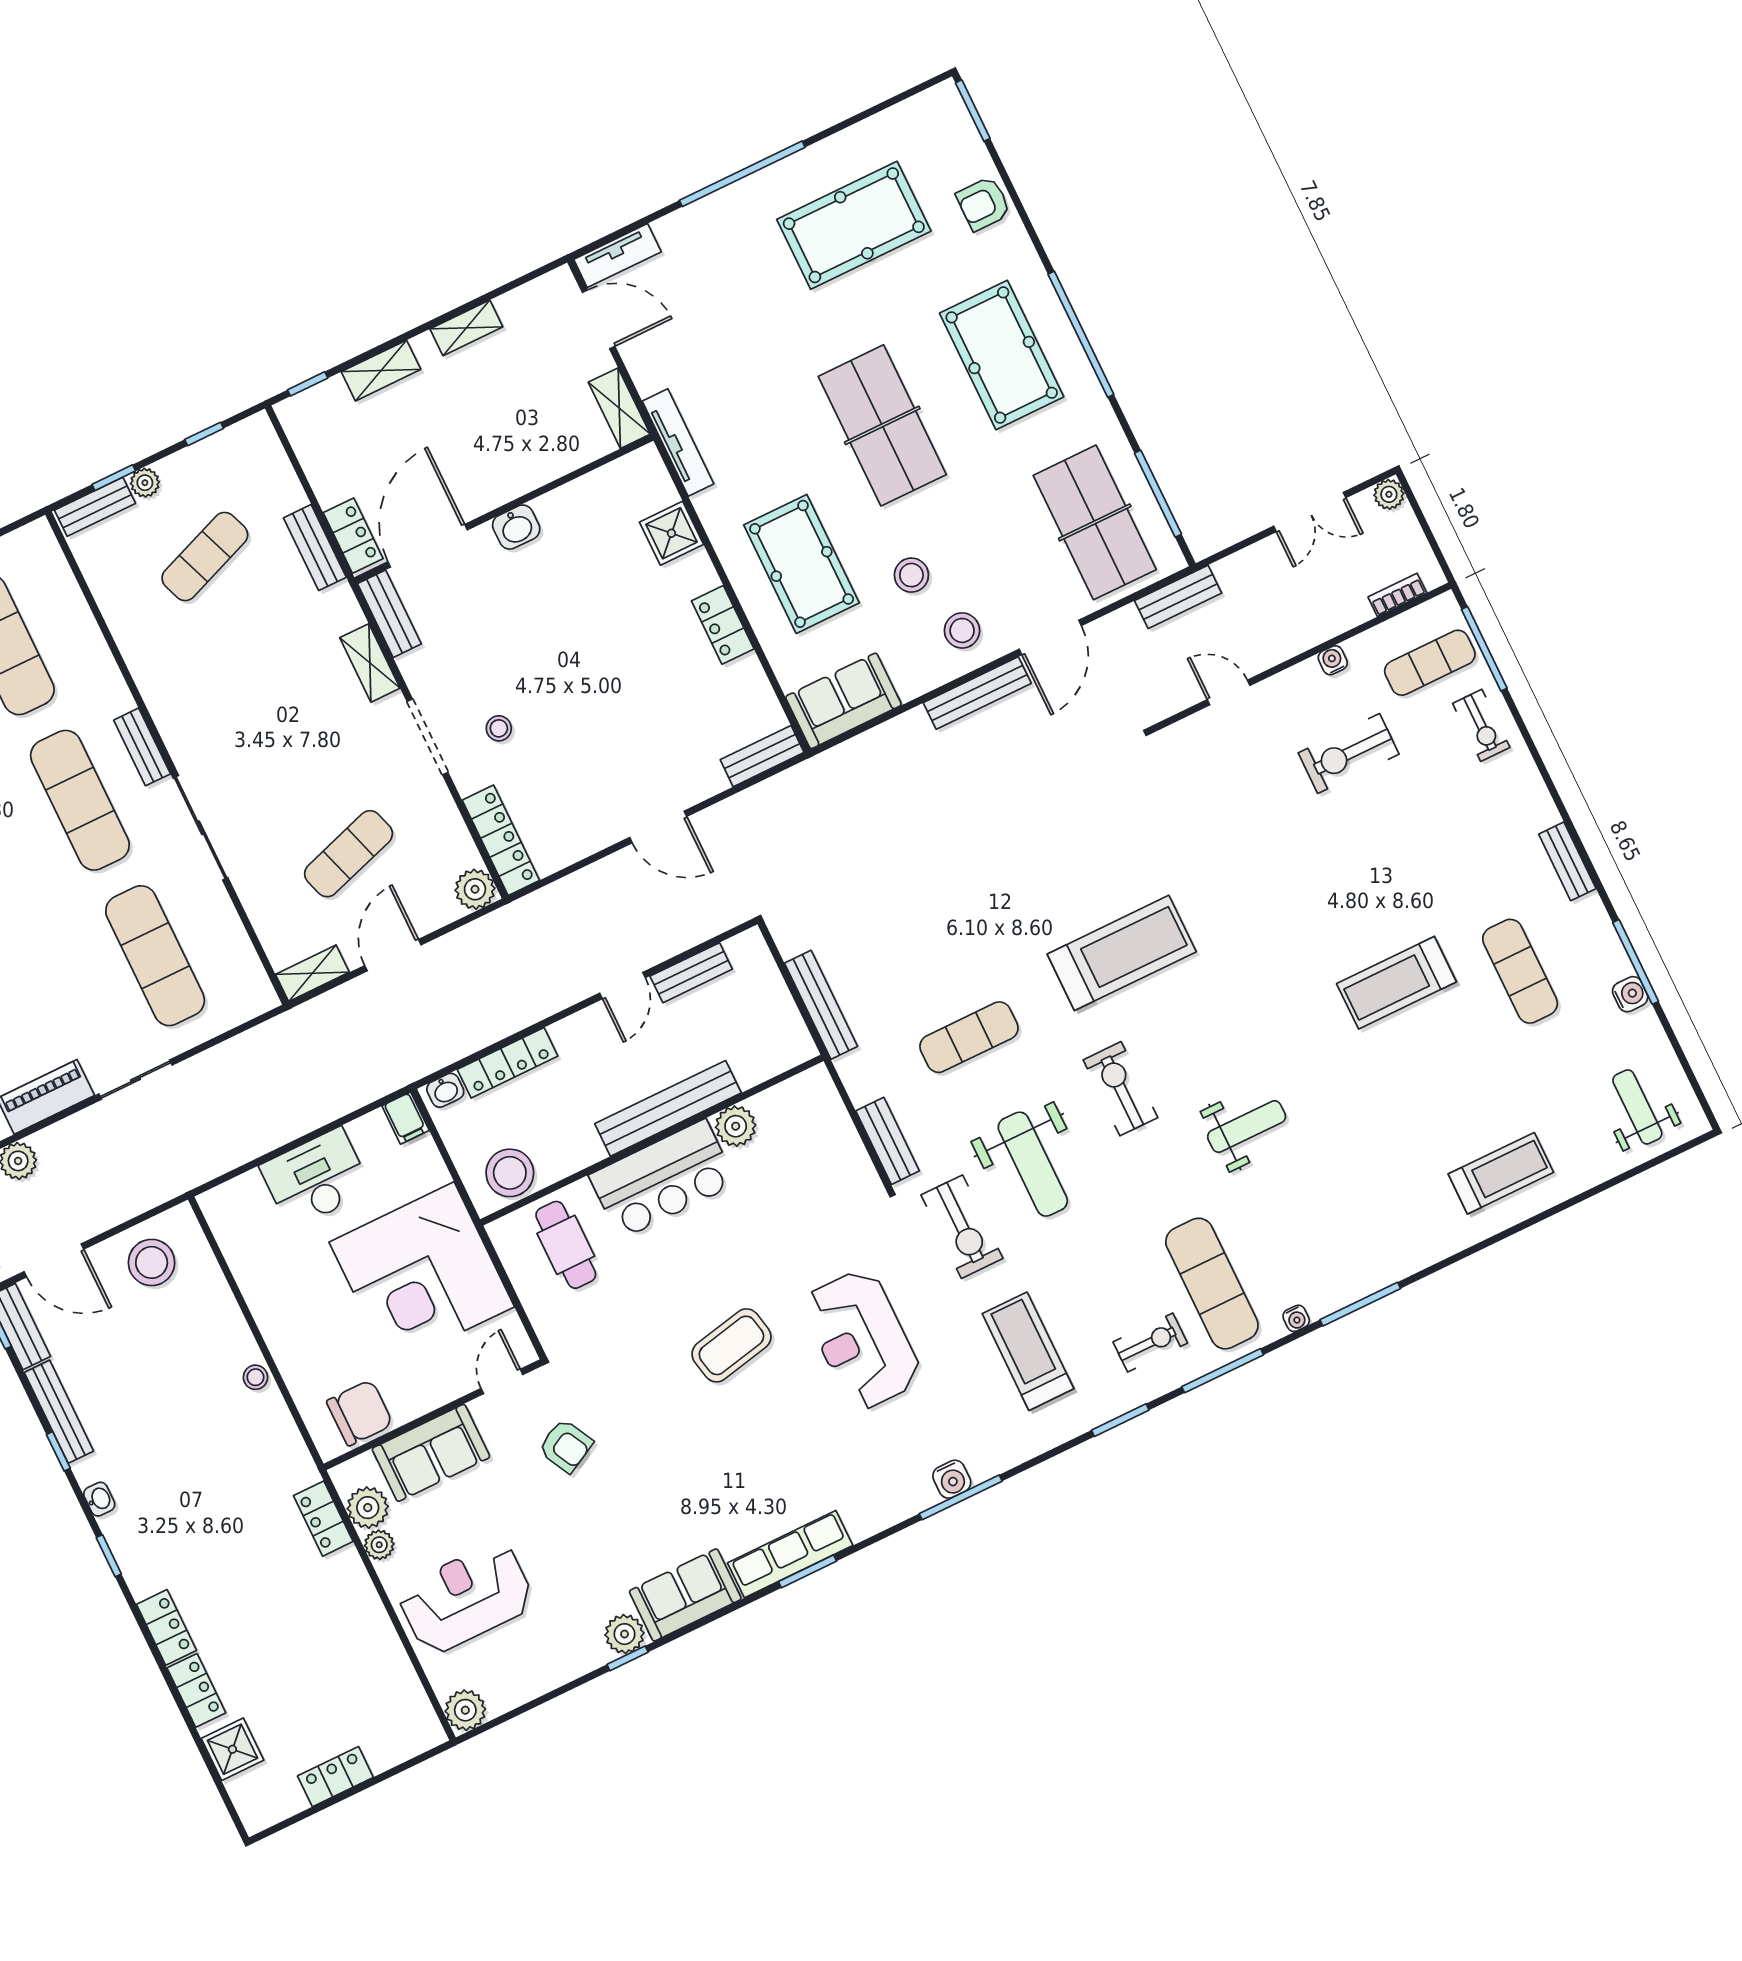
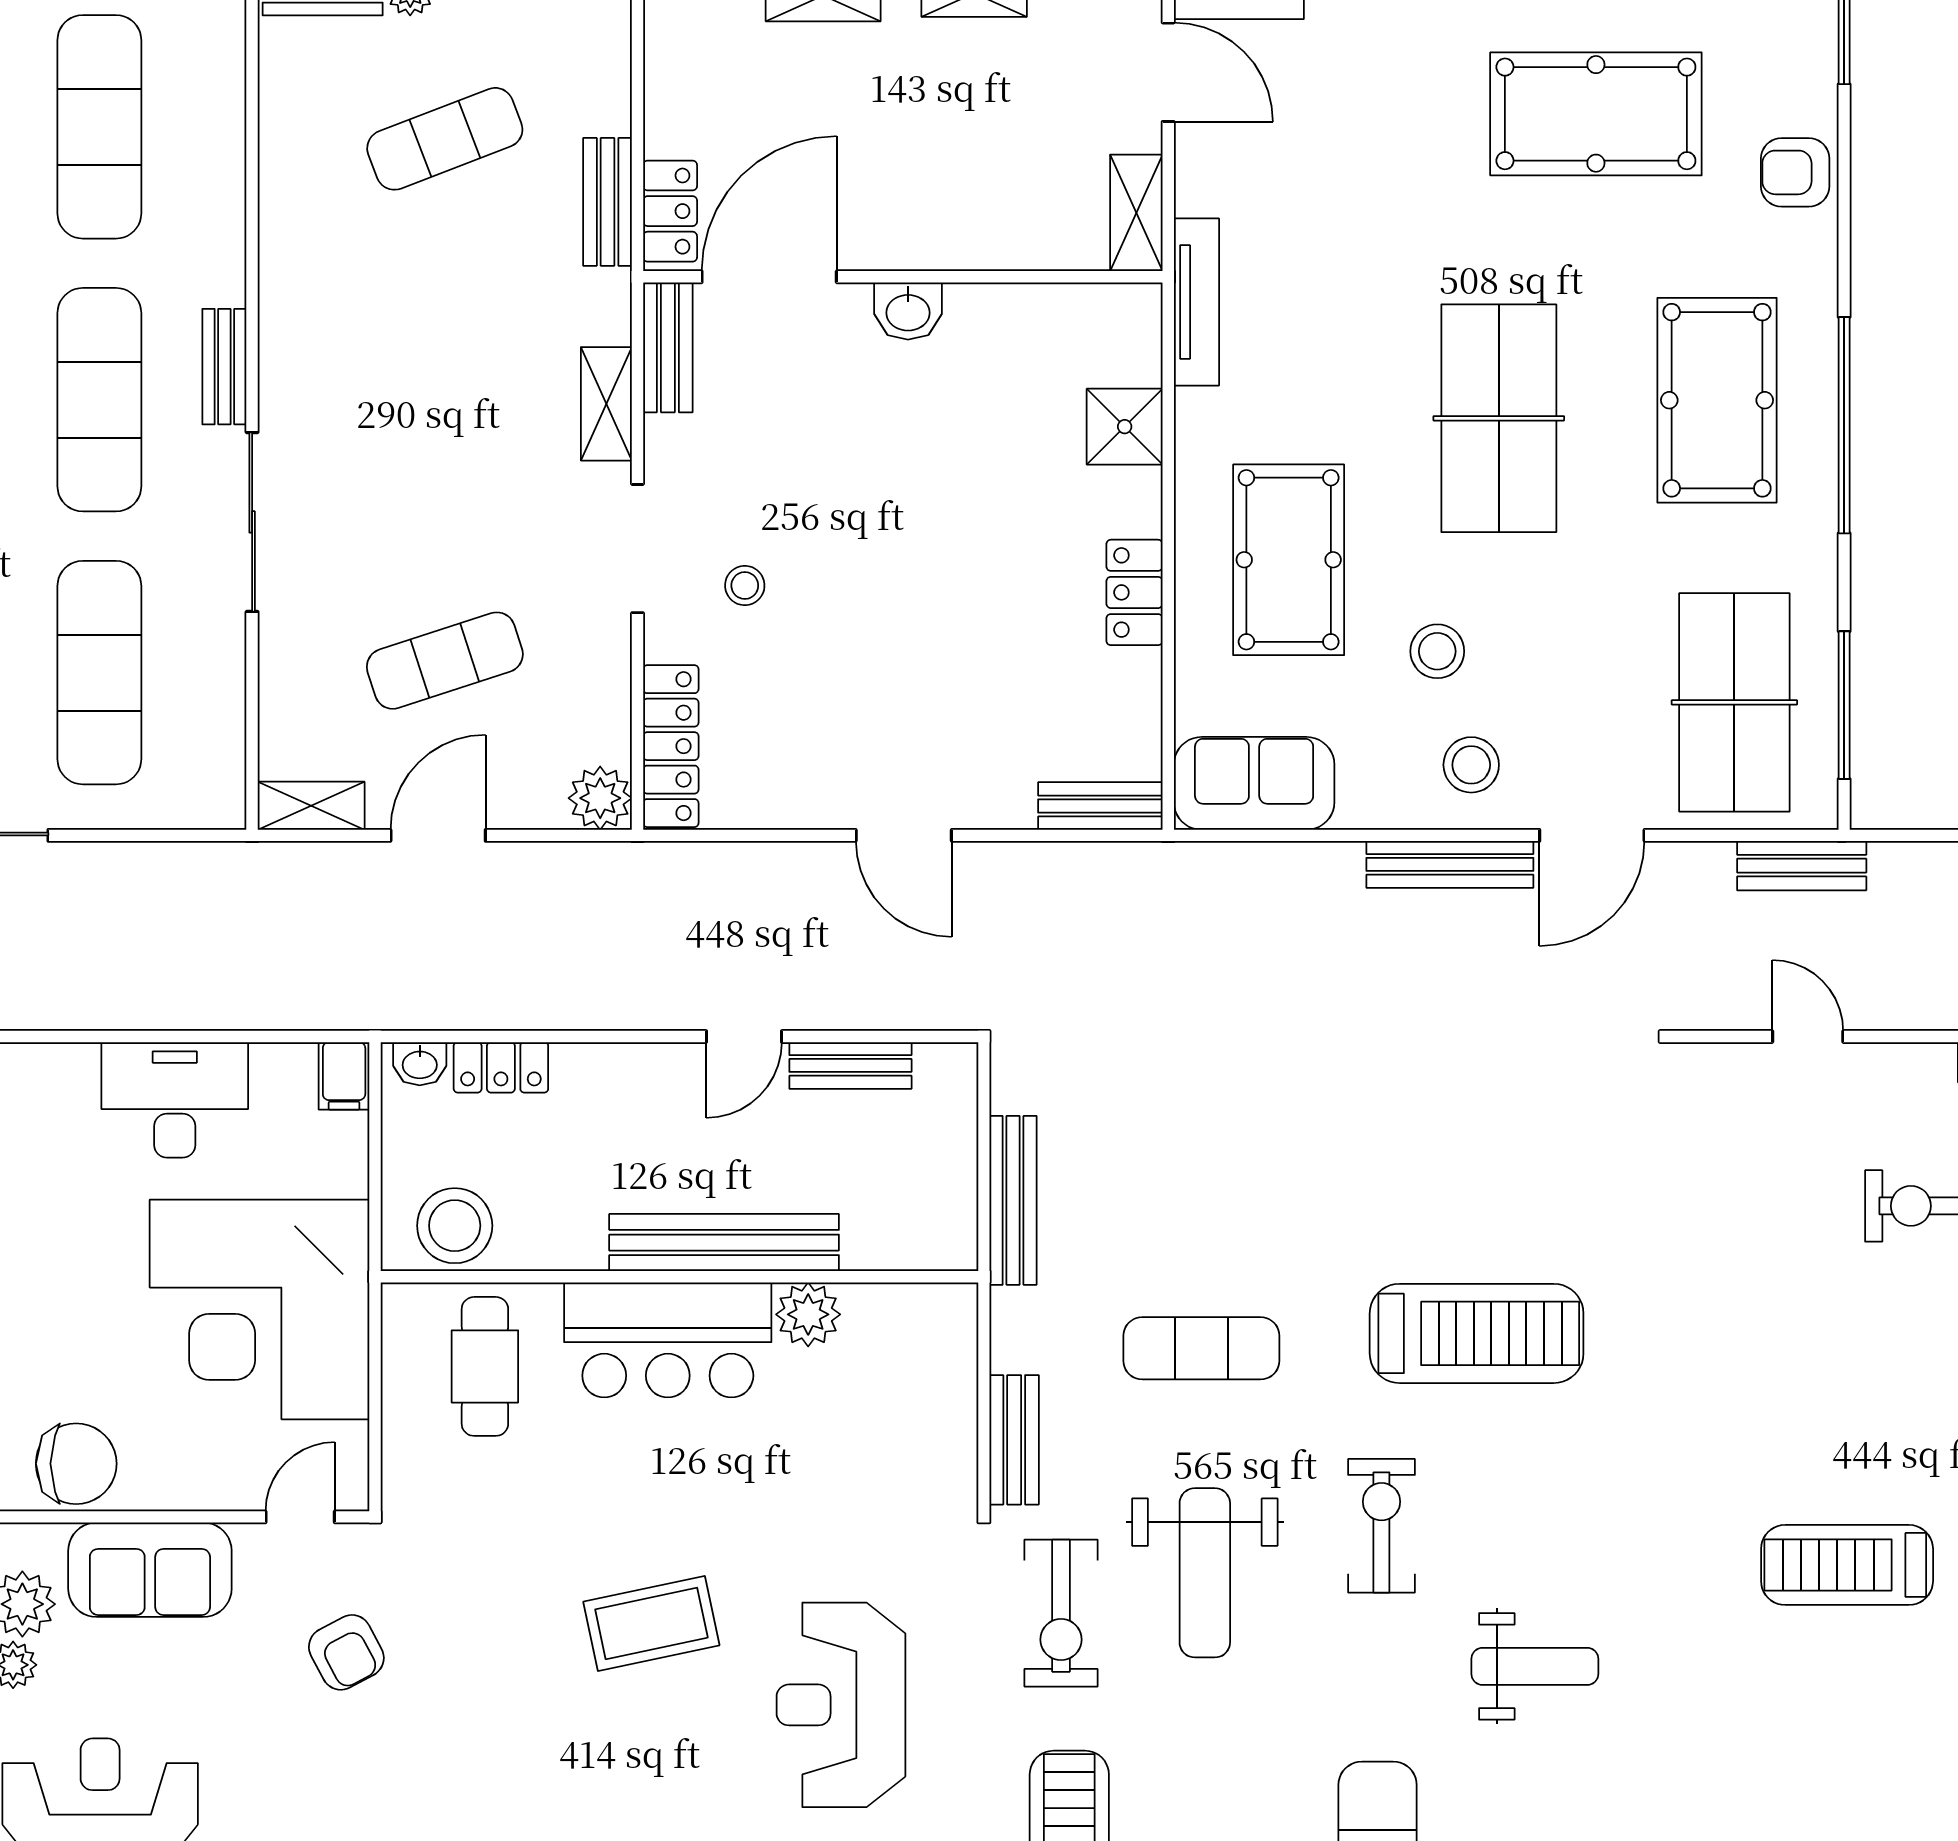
locker: (508, 1063) -> (501, 1067), width x0.66

